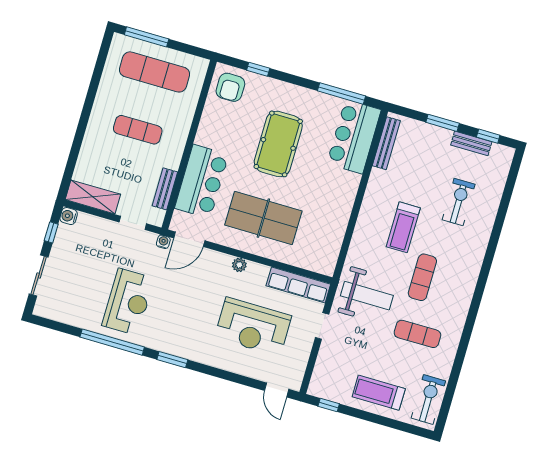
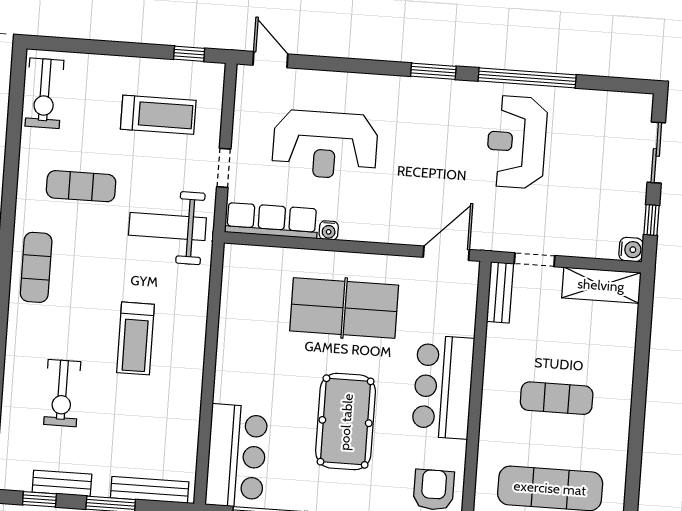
bench: (386, 143) -> (150, 490), moved, turned 90
bar counter: (202, 181) -> (443, 387), moved
bench: (165, 189) -> (500, 292), moved
treadmill: (403, 227) -> (136, 338), turned 180
water cooler: (163, 242) -> (329, 230), moved
plant: (239, 265) -> (365, 231), removed
exercise mat: (422, 277) -> (36, 267), moved
reception desk: (253, 327) -> (325, 145), turned 180
treadmill: (379, 393) -> (158, 115), moved

